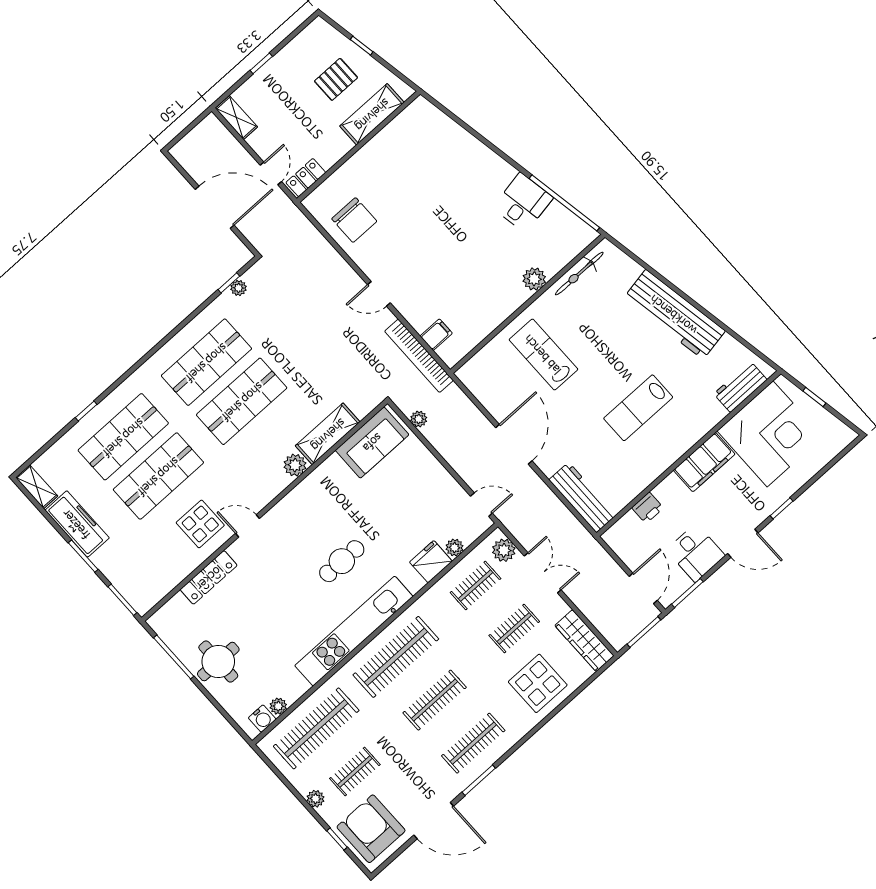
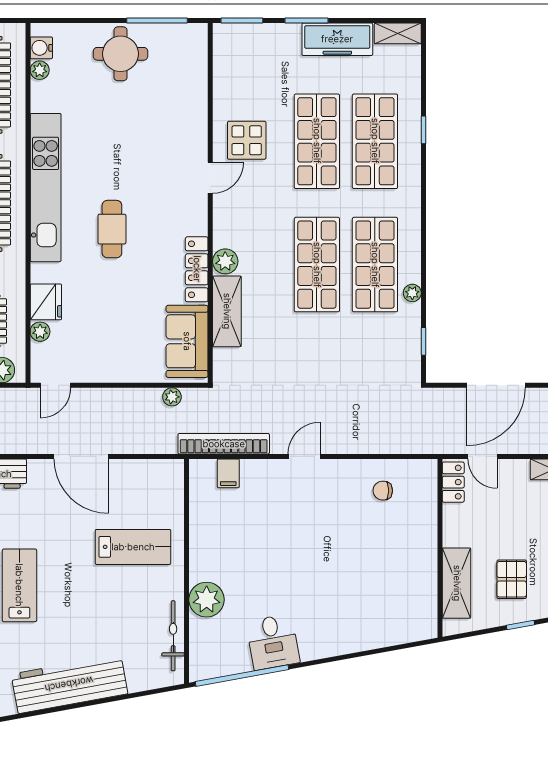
chair: (354, 220) -> (383, 491), width x0.54, depth x0.54
plant: (534, 279) -> (207, 600), width x1.36, depth x1.36
plant: (239, 288) -> (412, 293), moved
locker: (209, 577) -> (197, 269), moved

